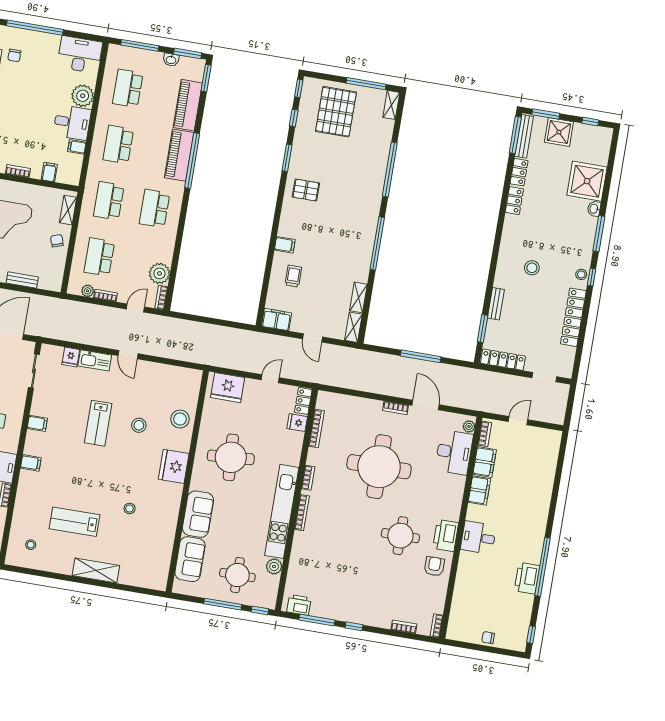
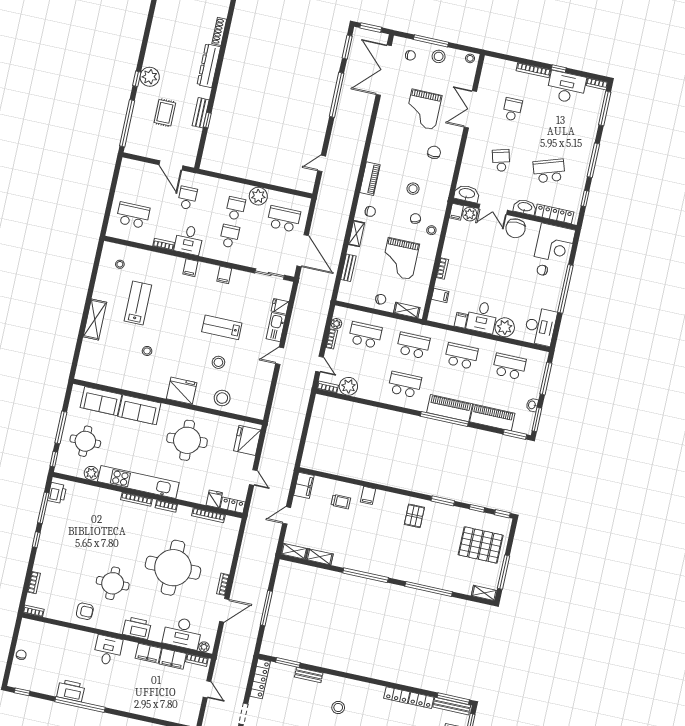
printer: (446, 536) -> (137, 628), moved

